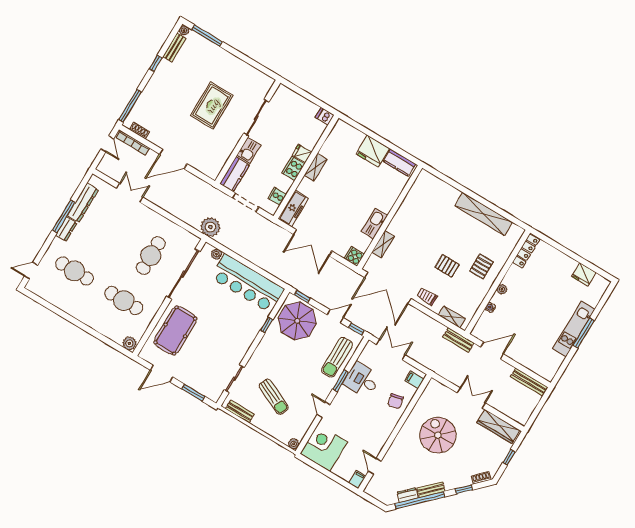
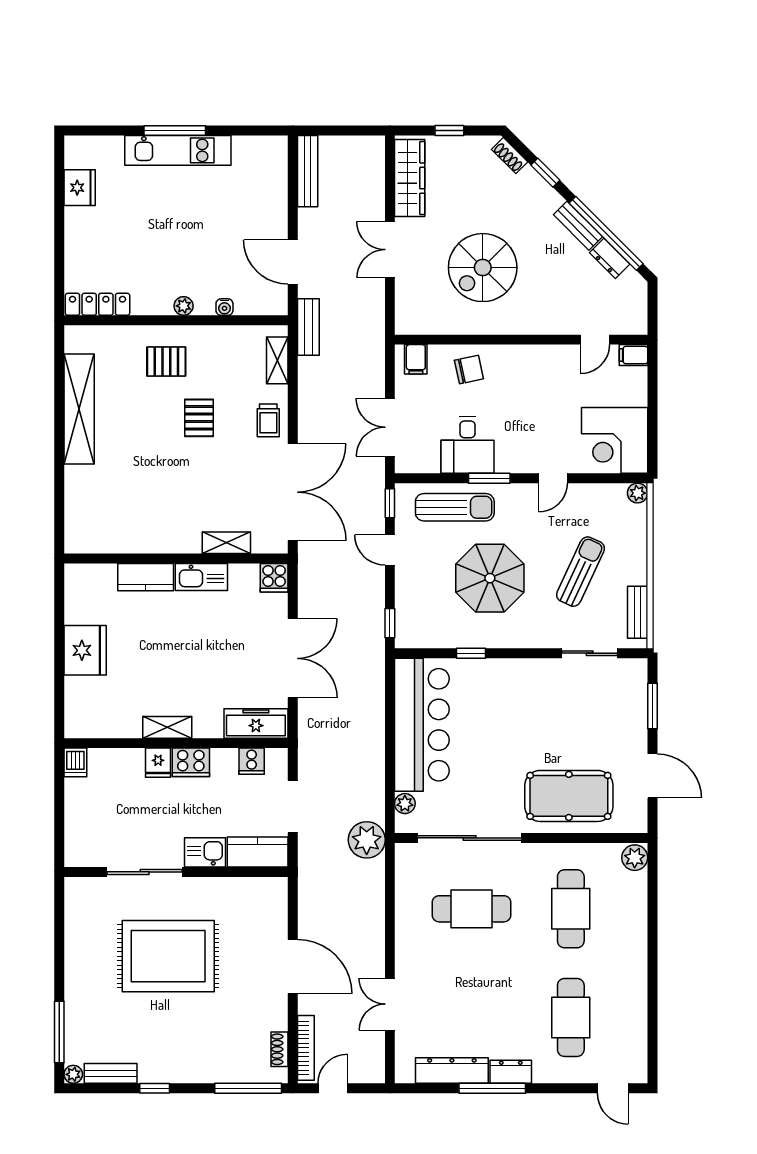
rug: (212, 105) -> (168, 956), width x1.37, depth x1.44
kitchen counter: (399, 163) -> (146, 577), moved, turned 90
parasol: (297, 321) -> (490, 578), moved

